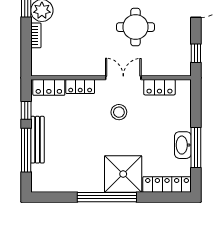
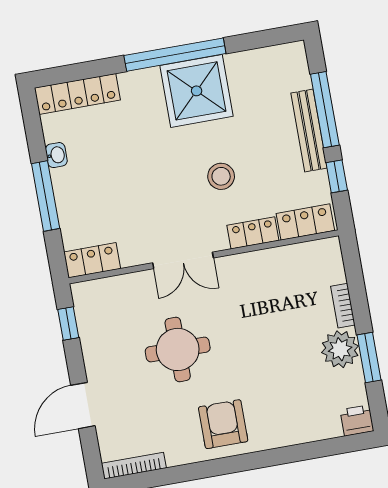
locker: (159, 87) -> (92, 260), moved
stool: (119, 112) -> (221, 176), moved
washbasin: (183, 145) -> (56, 155), width x0.52, depth x0.69
window: (196, 147) -> (46, 196), moved
shower: (123, 174) -> (197, 91), moved

